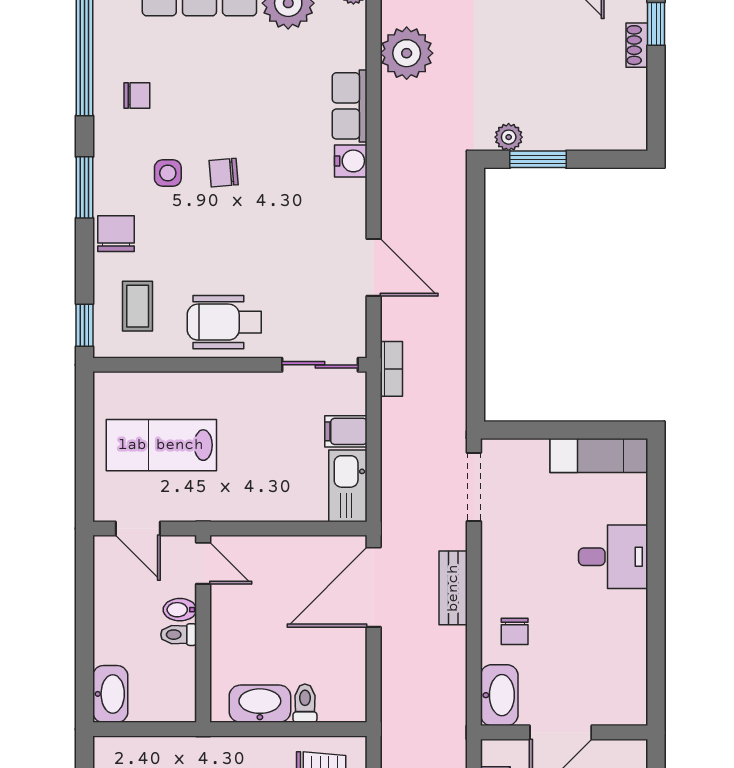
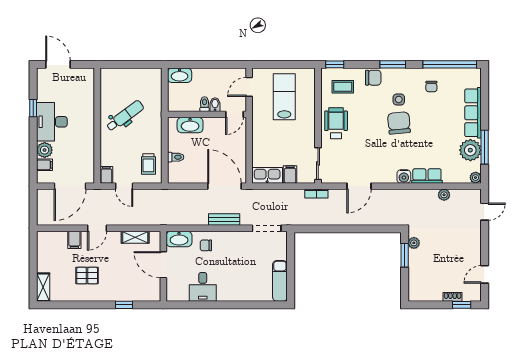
plant: (407, 53) -> (444, 195), width x0.53, depth x0.53
chair: (224, 173) -> (399, 123), width x1.87, depth x1.87
desk: (613, 557) -> (203, 287), moved
washbasin: (260, 704) -> (190, 125), moved, turned 90

